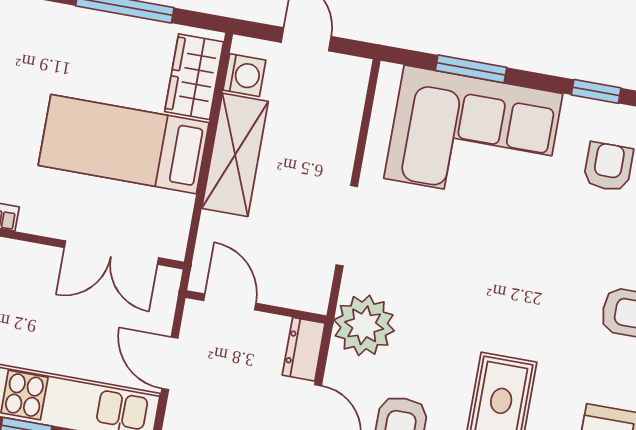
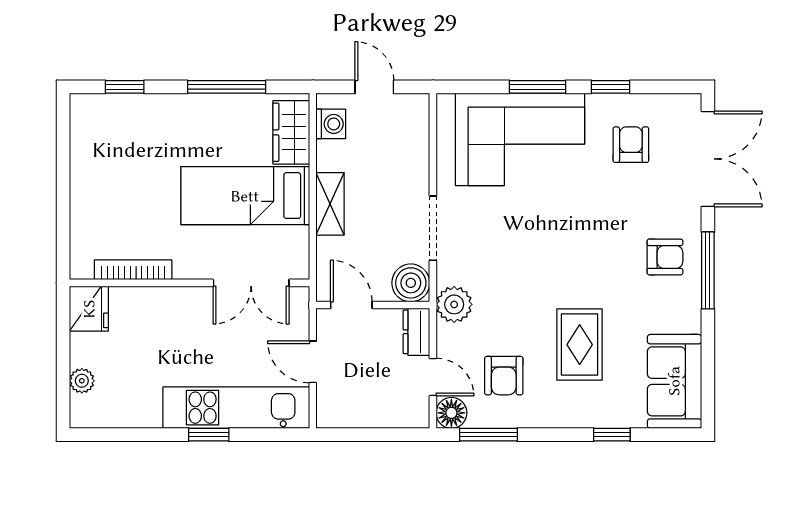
window: (471, 69) -> (537, 87), moved
shelving: (235, 155) -> (330, 204), width x0.67, depth x0.75
boiler: (308, 288) -> (411, 283), added
plant: (364, 325) -> (454, 304), width x0.73, depth x0.73

